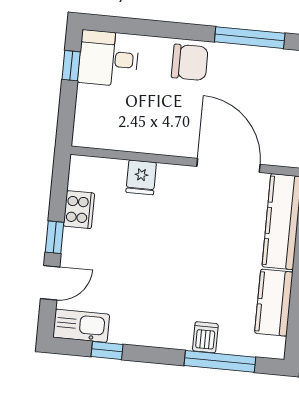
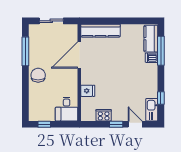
desk: (109, 59) -> (67, 109), moved
kitchen counter: (274, 303) -> (151, 39), moved, turned 90

